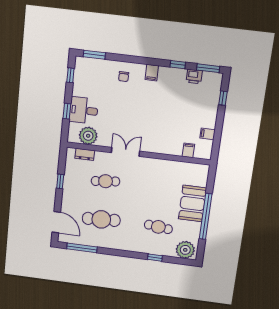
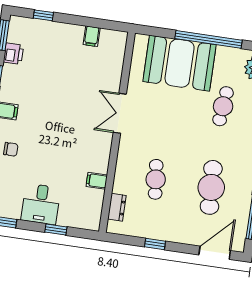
desk: (84, 110) -> (41, 204), moved
plant: (88, 136) -> (91, 201), removed
filing cabinet: (188, 150) -> (97, 181), moved
double door: (125, 152) -> (120, 113), moved
booth: (193, 203) -> (180, 63), width x1.36, depth x1.42

